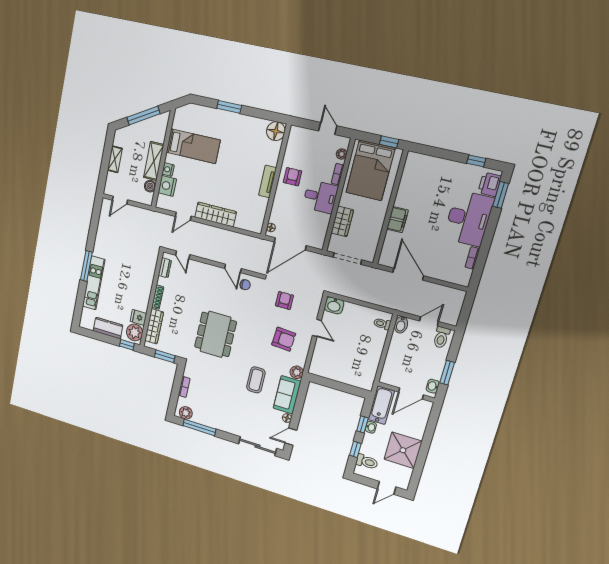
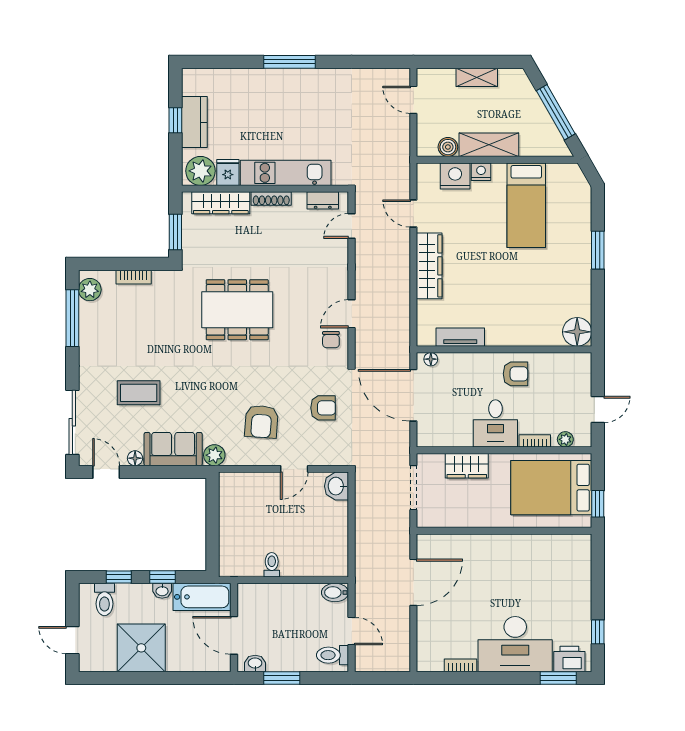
tv unit: (268, 182) -> (460, 337), moved
filing cabinet: (398, 220) -> (489, 546), removed
kitchen unit: (94, 283) -> (286, 173), moved, turned 180
toilet: (382, 324) -> (272, 565), moved
window: (127, 345) -> (175, 120), moved
coffee table: (256, 380) -> (139, 393), moved

